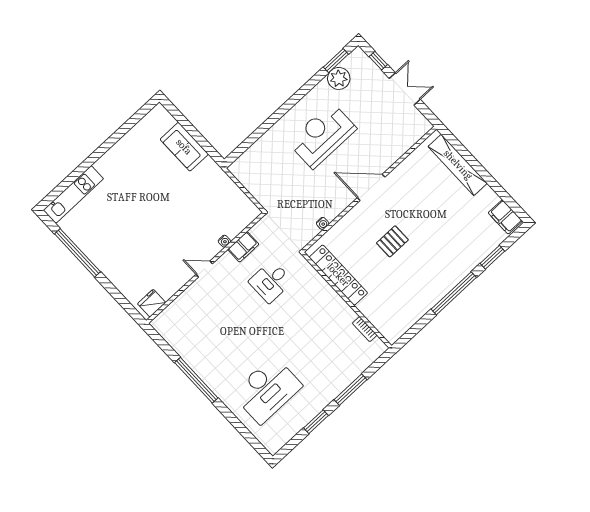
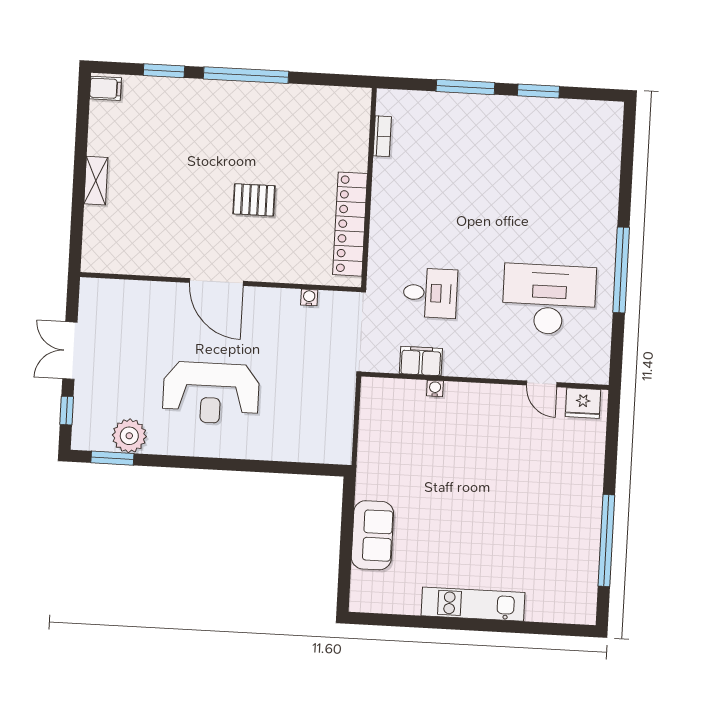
shelving: (458, 165) -> (96, 181), width x0.45, depth x0.75
kitchen unit: (73, 194) -> (473, 604), moved
filing cabinet: (505, 217) -> (106, 88), width x0.50
door: (204, 269) -> (542, 384), moved
desk: (267, 390) -> (549, 299), moved

